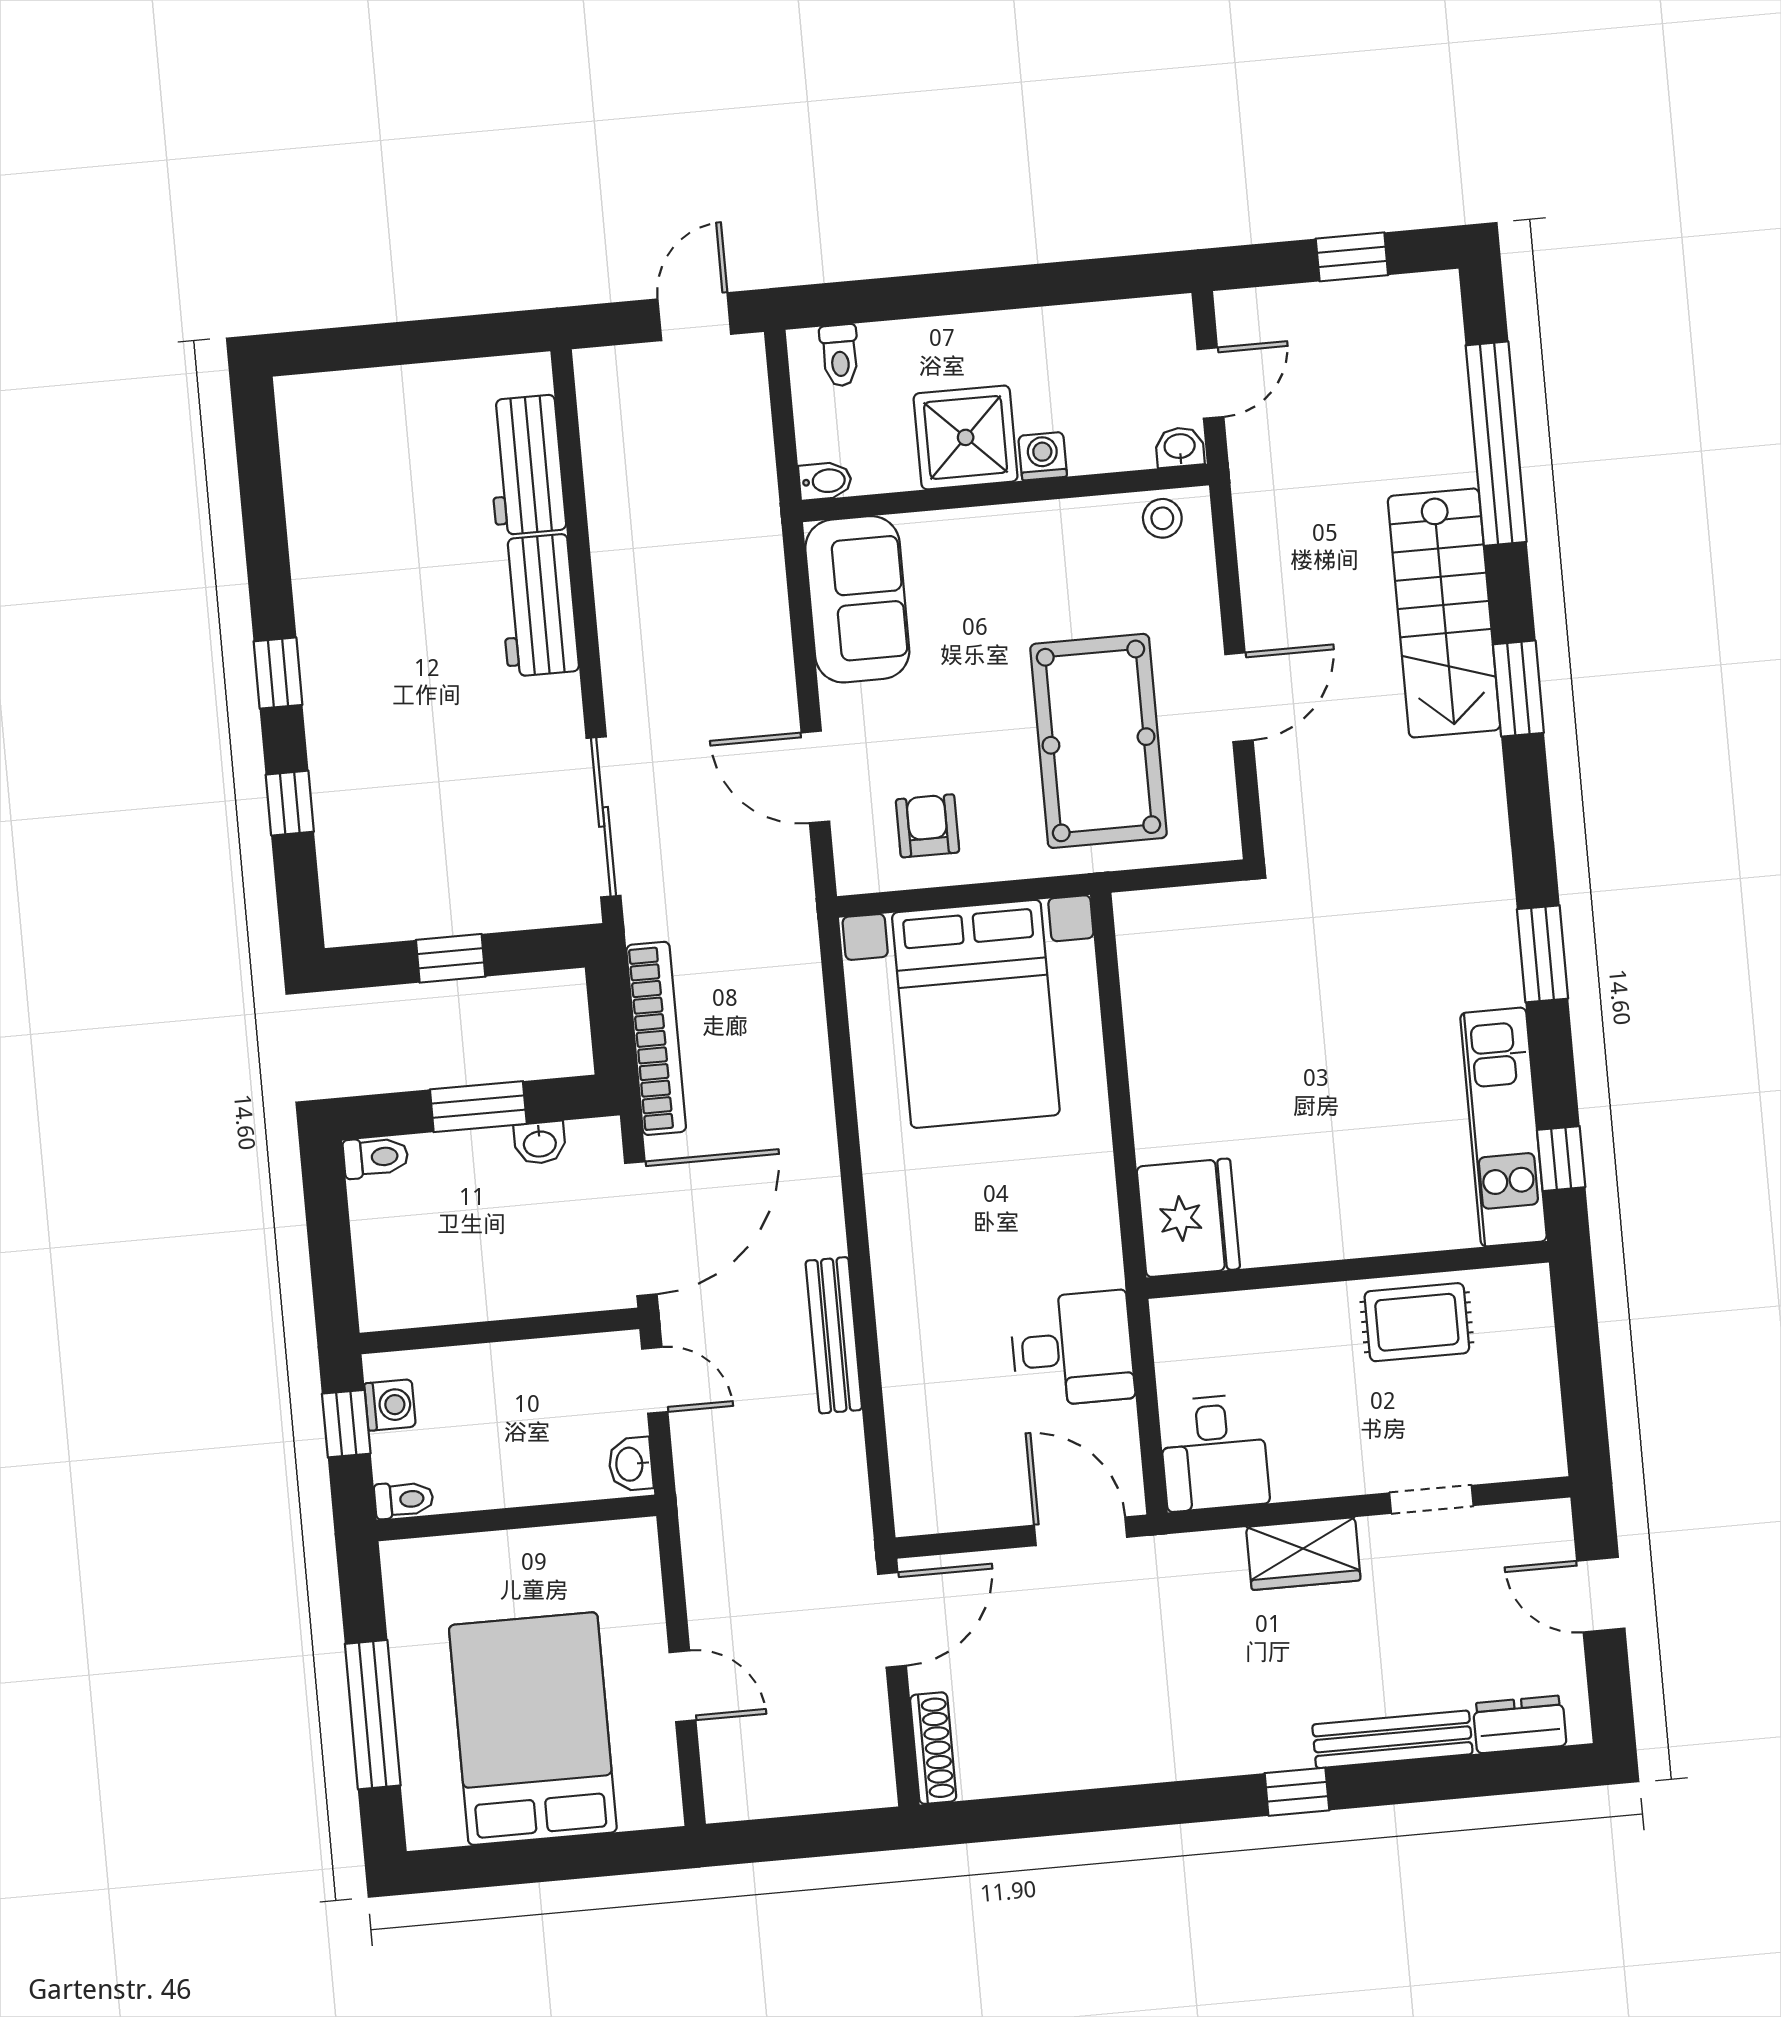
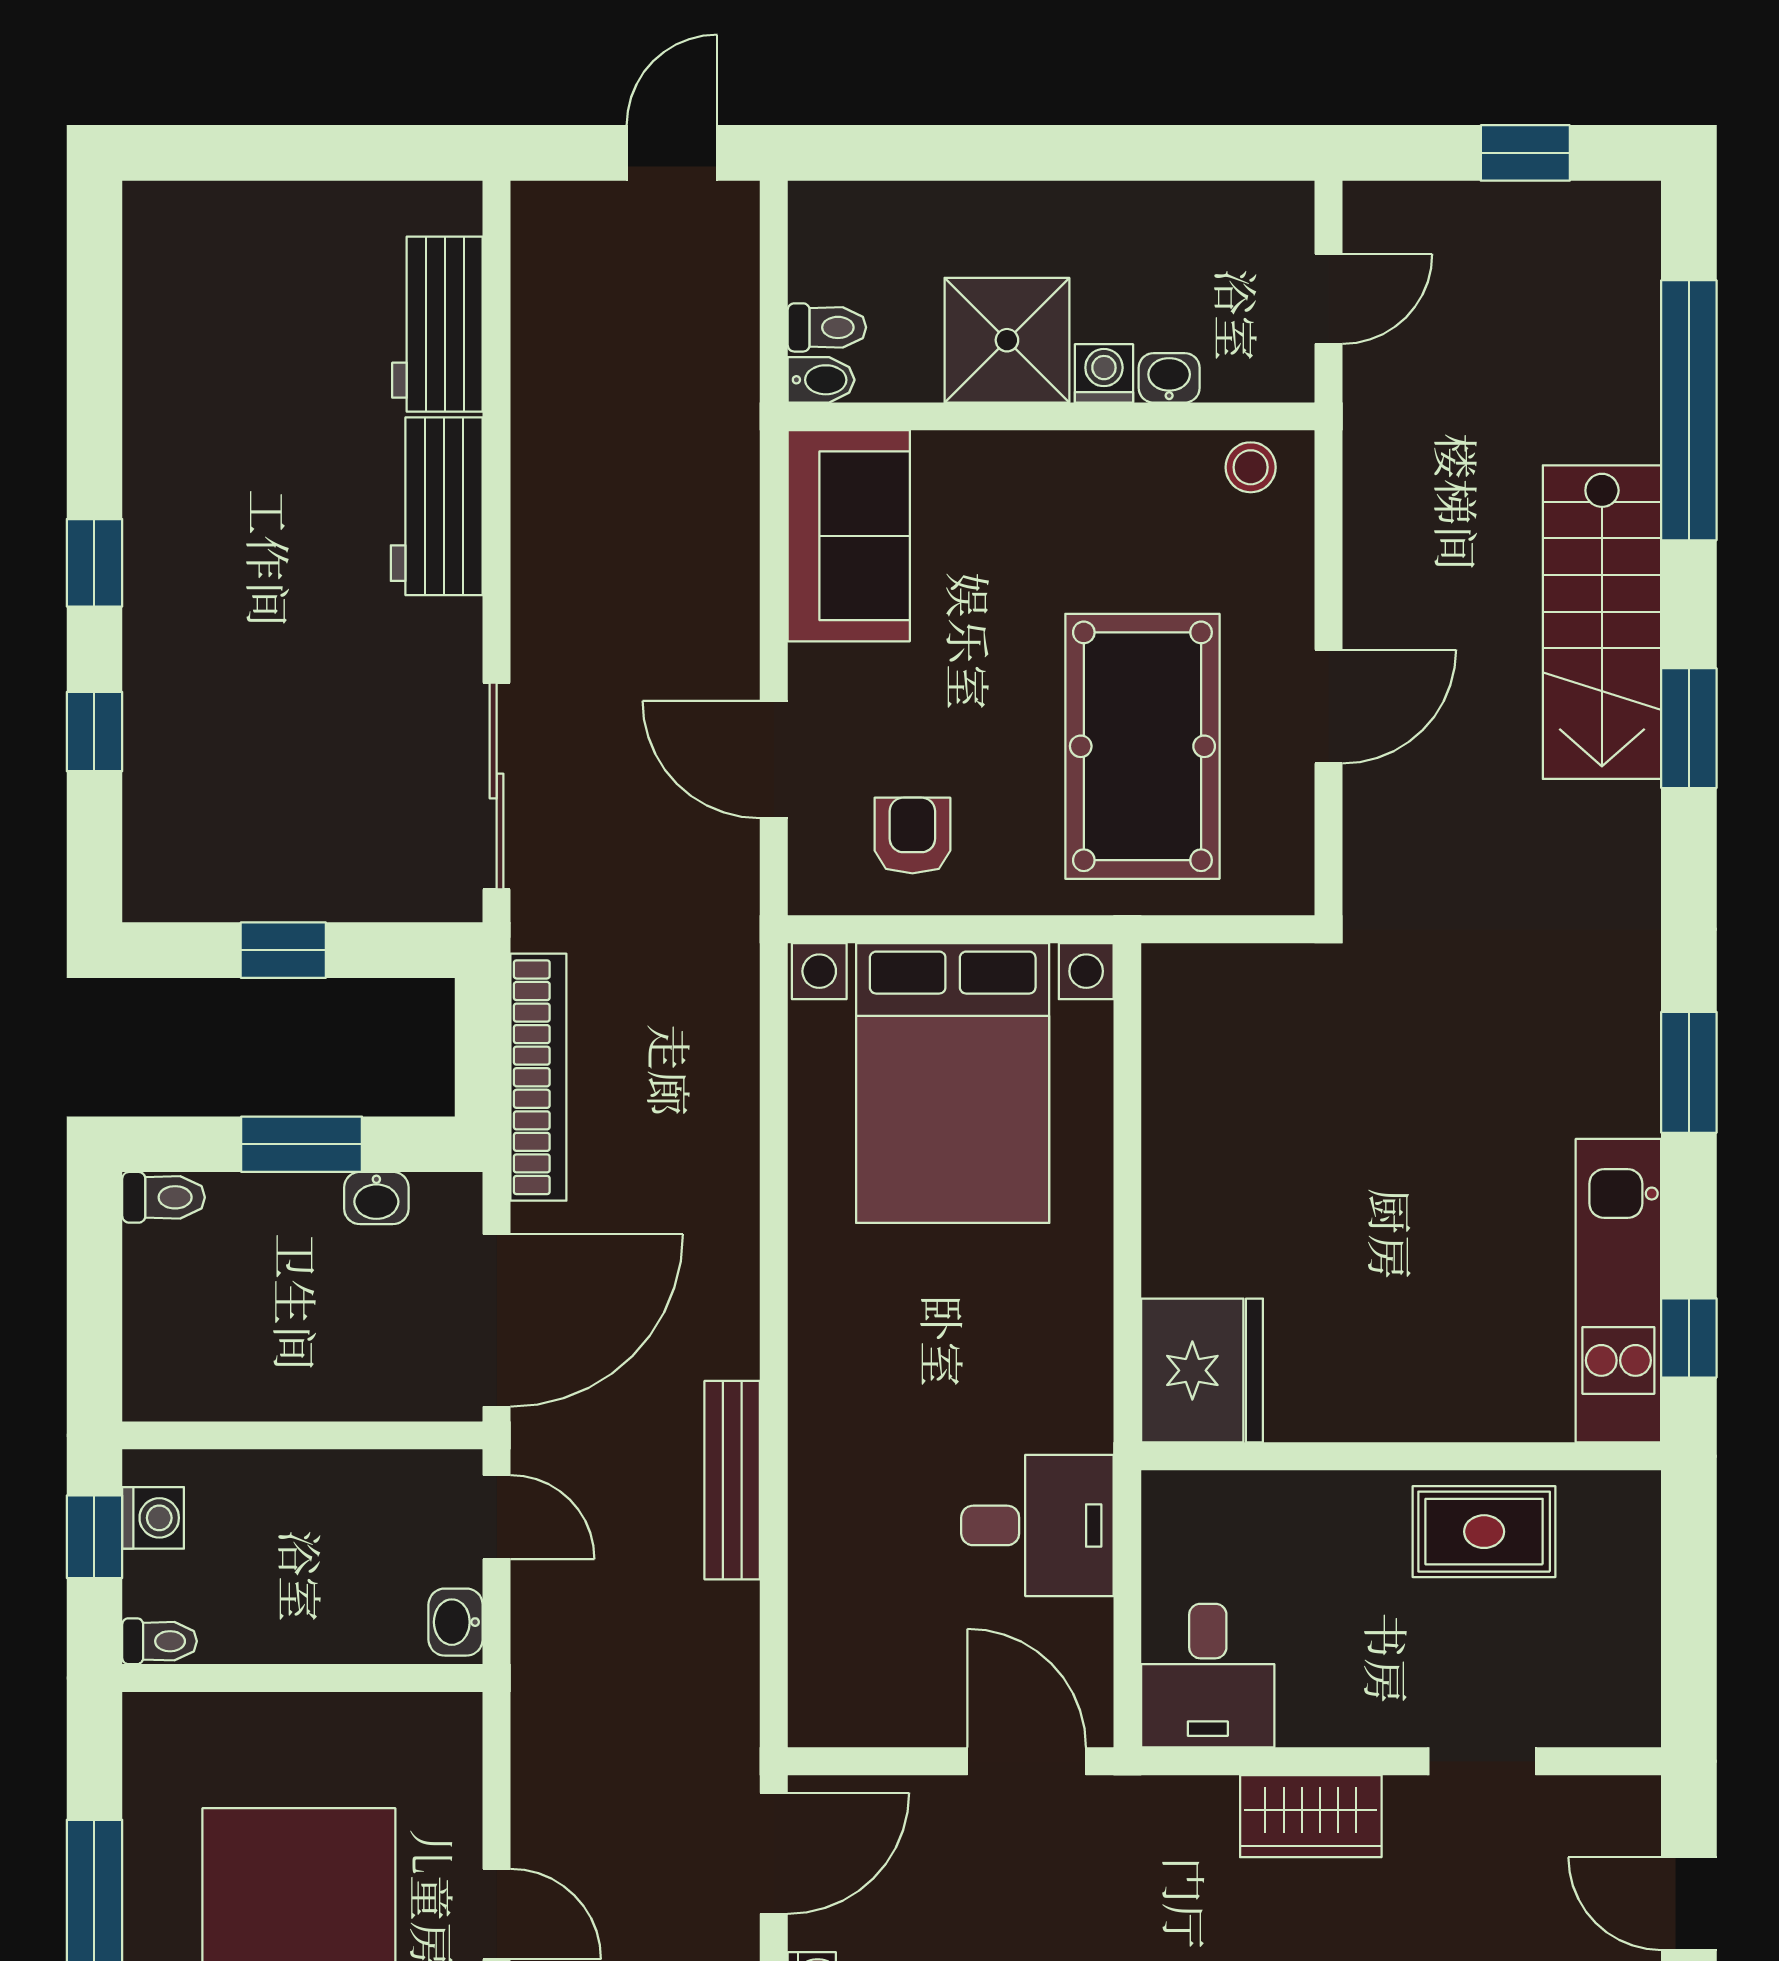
toilet: (840, 355) -> (827, 327), moved, turned -90
washbasin: (1180, 447) -> (1169, 378), moved

